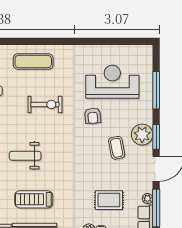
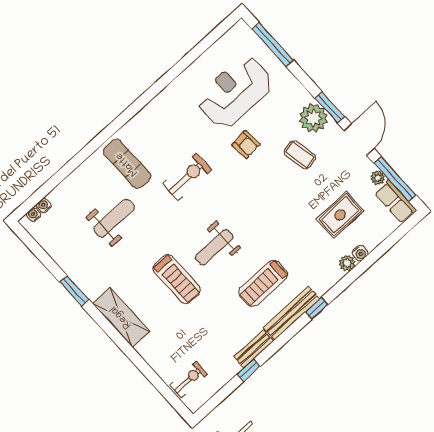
exercise mat: (33, 61) -> (127, 164), moved, turned 90
window: (156, 90) -> (273, 45), moved

